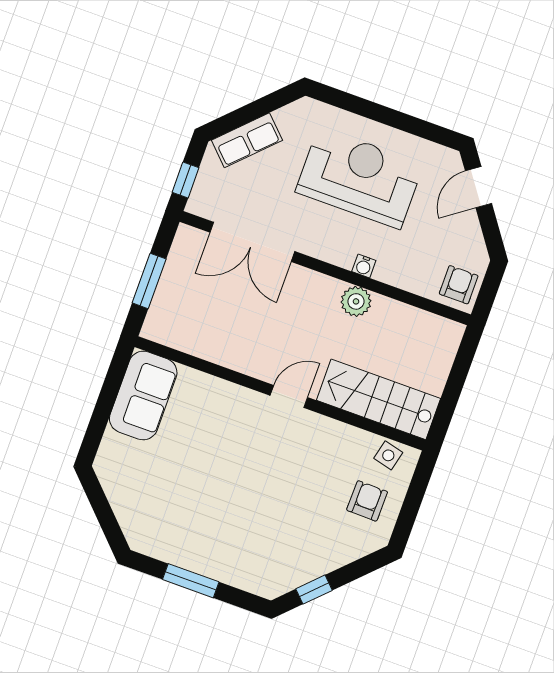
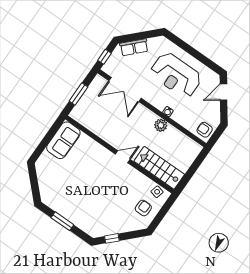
reception desk: (360, 178) -> (176, 75), turned 180
armchair: (459, 285) -> (205, 130), turned -90

